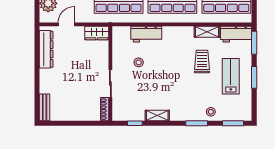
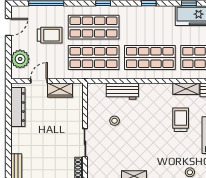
wardrobe: (97, 33) -> (60, 90), moved

